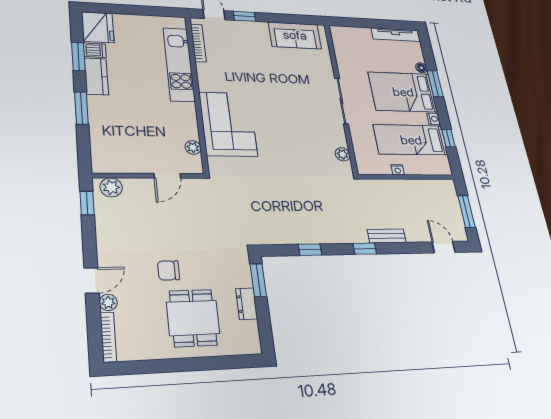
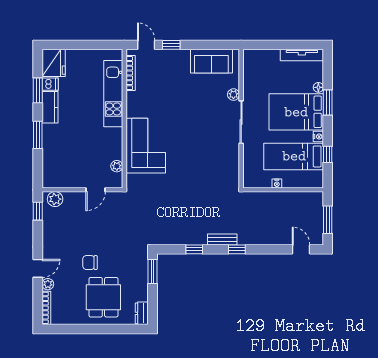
plant: (343, 154) -> (233, 95), moved
bench: (387, 236) -> (222, 239), moved
dresser: (247, 304) -> (142, 313), moved

